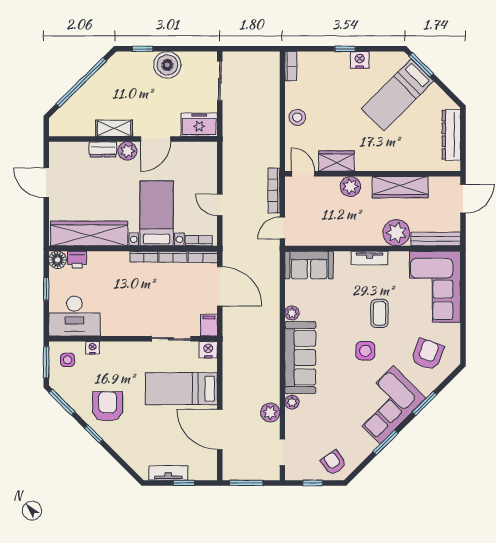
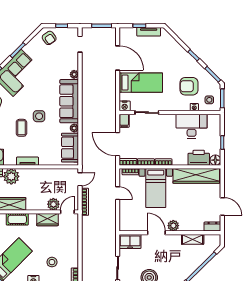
stool: (297, 117) -> (52, 262), moved
shelving: (114, 128) -> (193, 239), moved
door: (156, 139) -> (156, 233), hinge flipped
dresser: (103, 149) -> (212, 227), moved
cot: (386, 161) -> (17, 219), added
door: (303, 174) -> (67, 212), swing flipped
plant: (350, 187) -> (53, 204), moved
printer: (77, 260) -> (199, 158), width x1.87, depth x1.48
sofa: (309, 265) -> (70, 148), moved, turned -90
desk: (74, 316) -> (192, 126), moved
side table: (365, 351) -> (39, 116), moved
armchair: (108, 406) -> (189, 86), moved, turned 90
plant: (270, 413) -> (87, 68), removed

